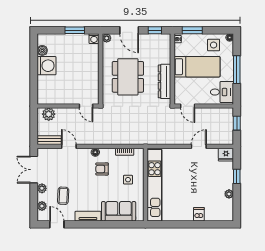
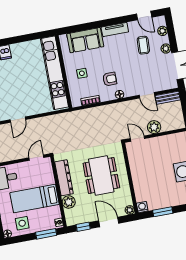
plant: (164, 57) -> (69, 202), added
door: (188, 106) -> (36, 158), hinge flipped
plant: (49, 114) -> (154, 127), moved

